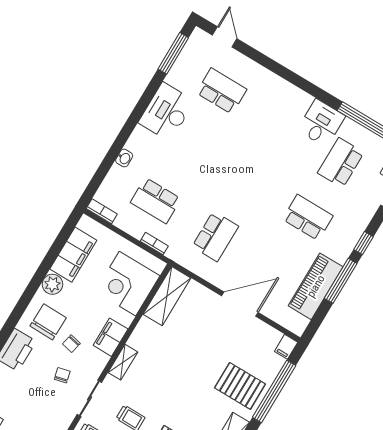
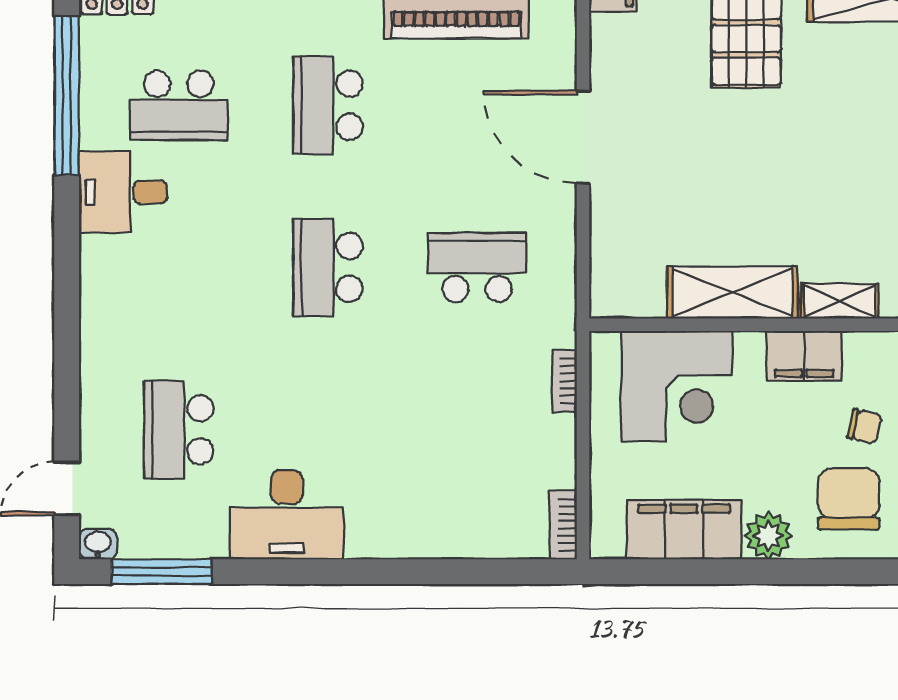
washbasin: (124, 158) -> (98, 544), moved
school desk: (156, 201) -> (328, 268), moved, turned 180
shelving: (167, 296) -> (732, 292), moved
chair: (48, 322) -> (849, 499), turned 89

